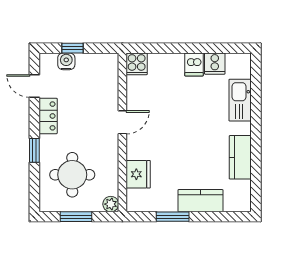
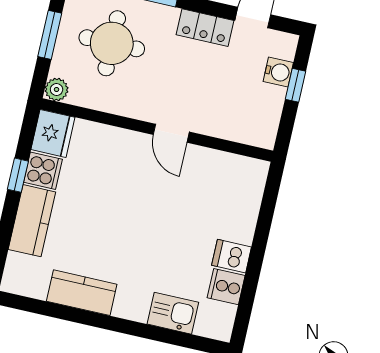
cooker: (137, 64) -> (43, 171), moved, turned 180
kitchen sink: (240, 100) -> (173, 313), width x0.73
fridge: (138, 174) -> (53, 133), moved, turned -90
window: (173, 217) -> (18, 175), width x0.67

